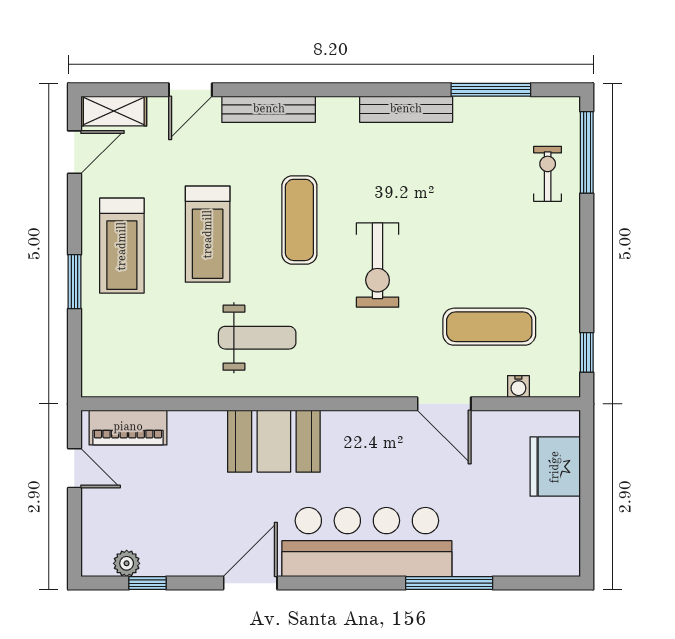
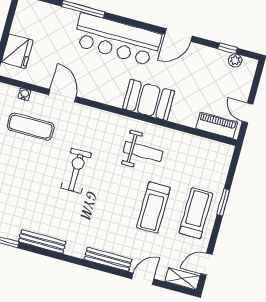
exercise mat: (299, 220) -> (108, 202), removed
treadmill: (208, 234) -> (153, 208), turned 180
weight bench: (257, 338) -> (143, 152), turned 180

